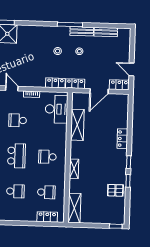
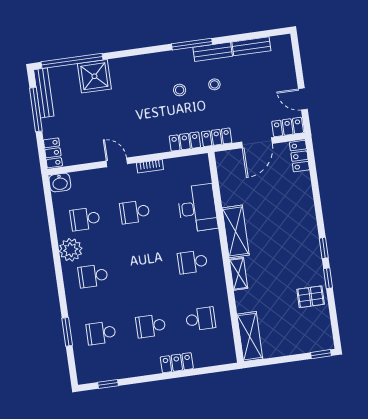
desk: (57, 109) -> (197, 208), moved
shelving: (77, 125) -> (236, 231), moved
locker: (122, 139) -> (299, 156), moved
school desk: (16, 156) -> (143, 269), removed
school desk: (15, 191) -> (151, 326), turned 180
locker: (47, 217) -> (177, 363), moved

